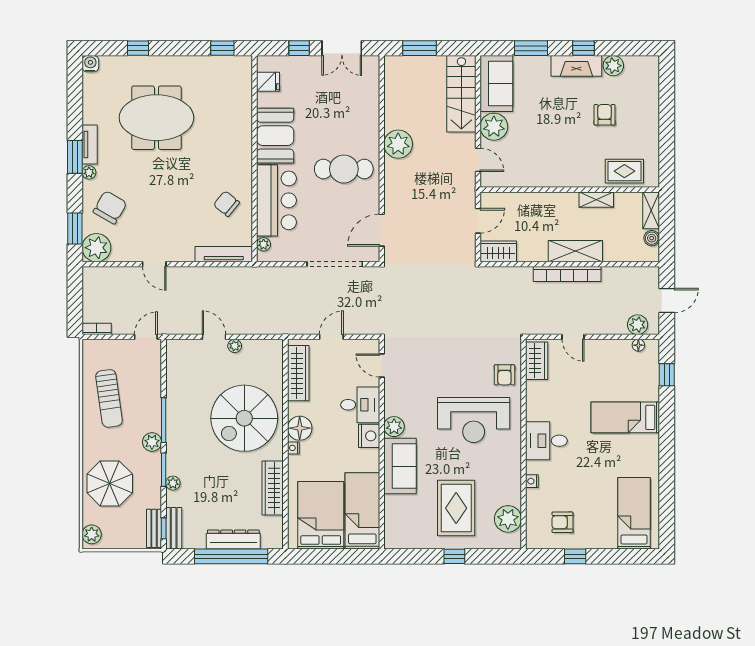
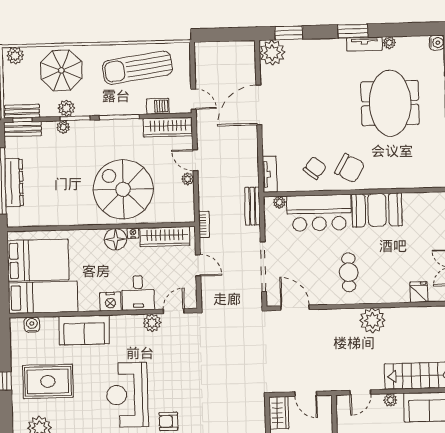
fridge: (268, 82) -> (419, 292), moved, turned 180
plant: (494, 127) -> (390, 400), width x0.53, depth x0.53
cafe table: (344, 169) -> (349, 272), width x0.73, depth x0.74
plant: (89, 172) -> (389, 43), moved
chair: (110, 207) -> (350, 168), moved
tv unit: (224, 254) -> (270, 174), width x0.71
door: (154, 264) -> (259, 105), width x1.88
bench: (267, 274) -> (252, 206), added
bookcase: (97, 329) -> (204, 224), moved
door: (214, 337) -> (195, 160), swing flipped
barbecue: (153, 377) -> (158, 106), added
sun lounger: (109, 398) -> (137, 68), width x1.36, depth x1.34
plant: (394, 427) -> (152, 323), moved
plant: (152, 442) -> (66, 108), moved
nightstand: (293, 448) -> (133, 233), moved
wardrobe: (273, 488) -> (168, 127), moved, turned 180
water cooler: (392, 524) -> (32, 325), added

